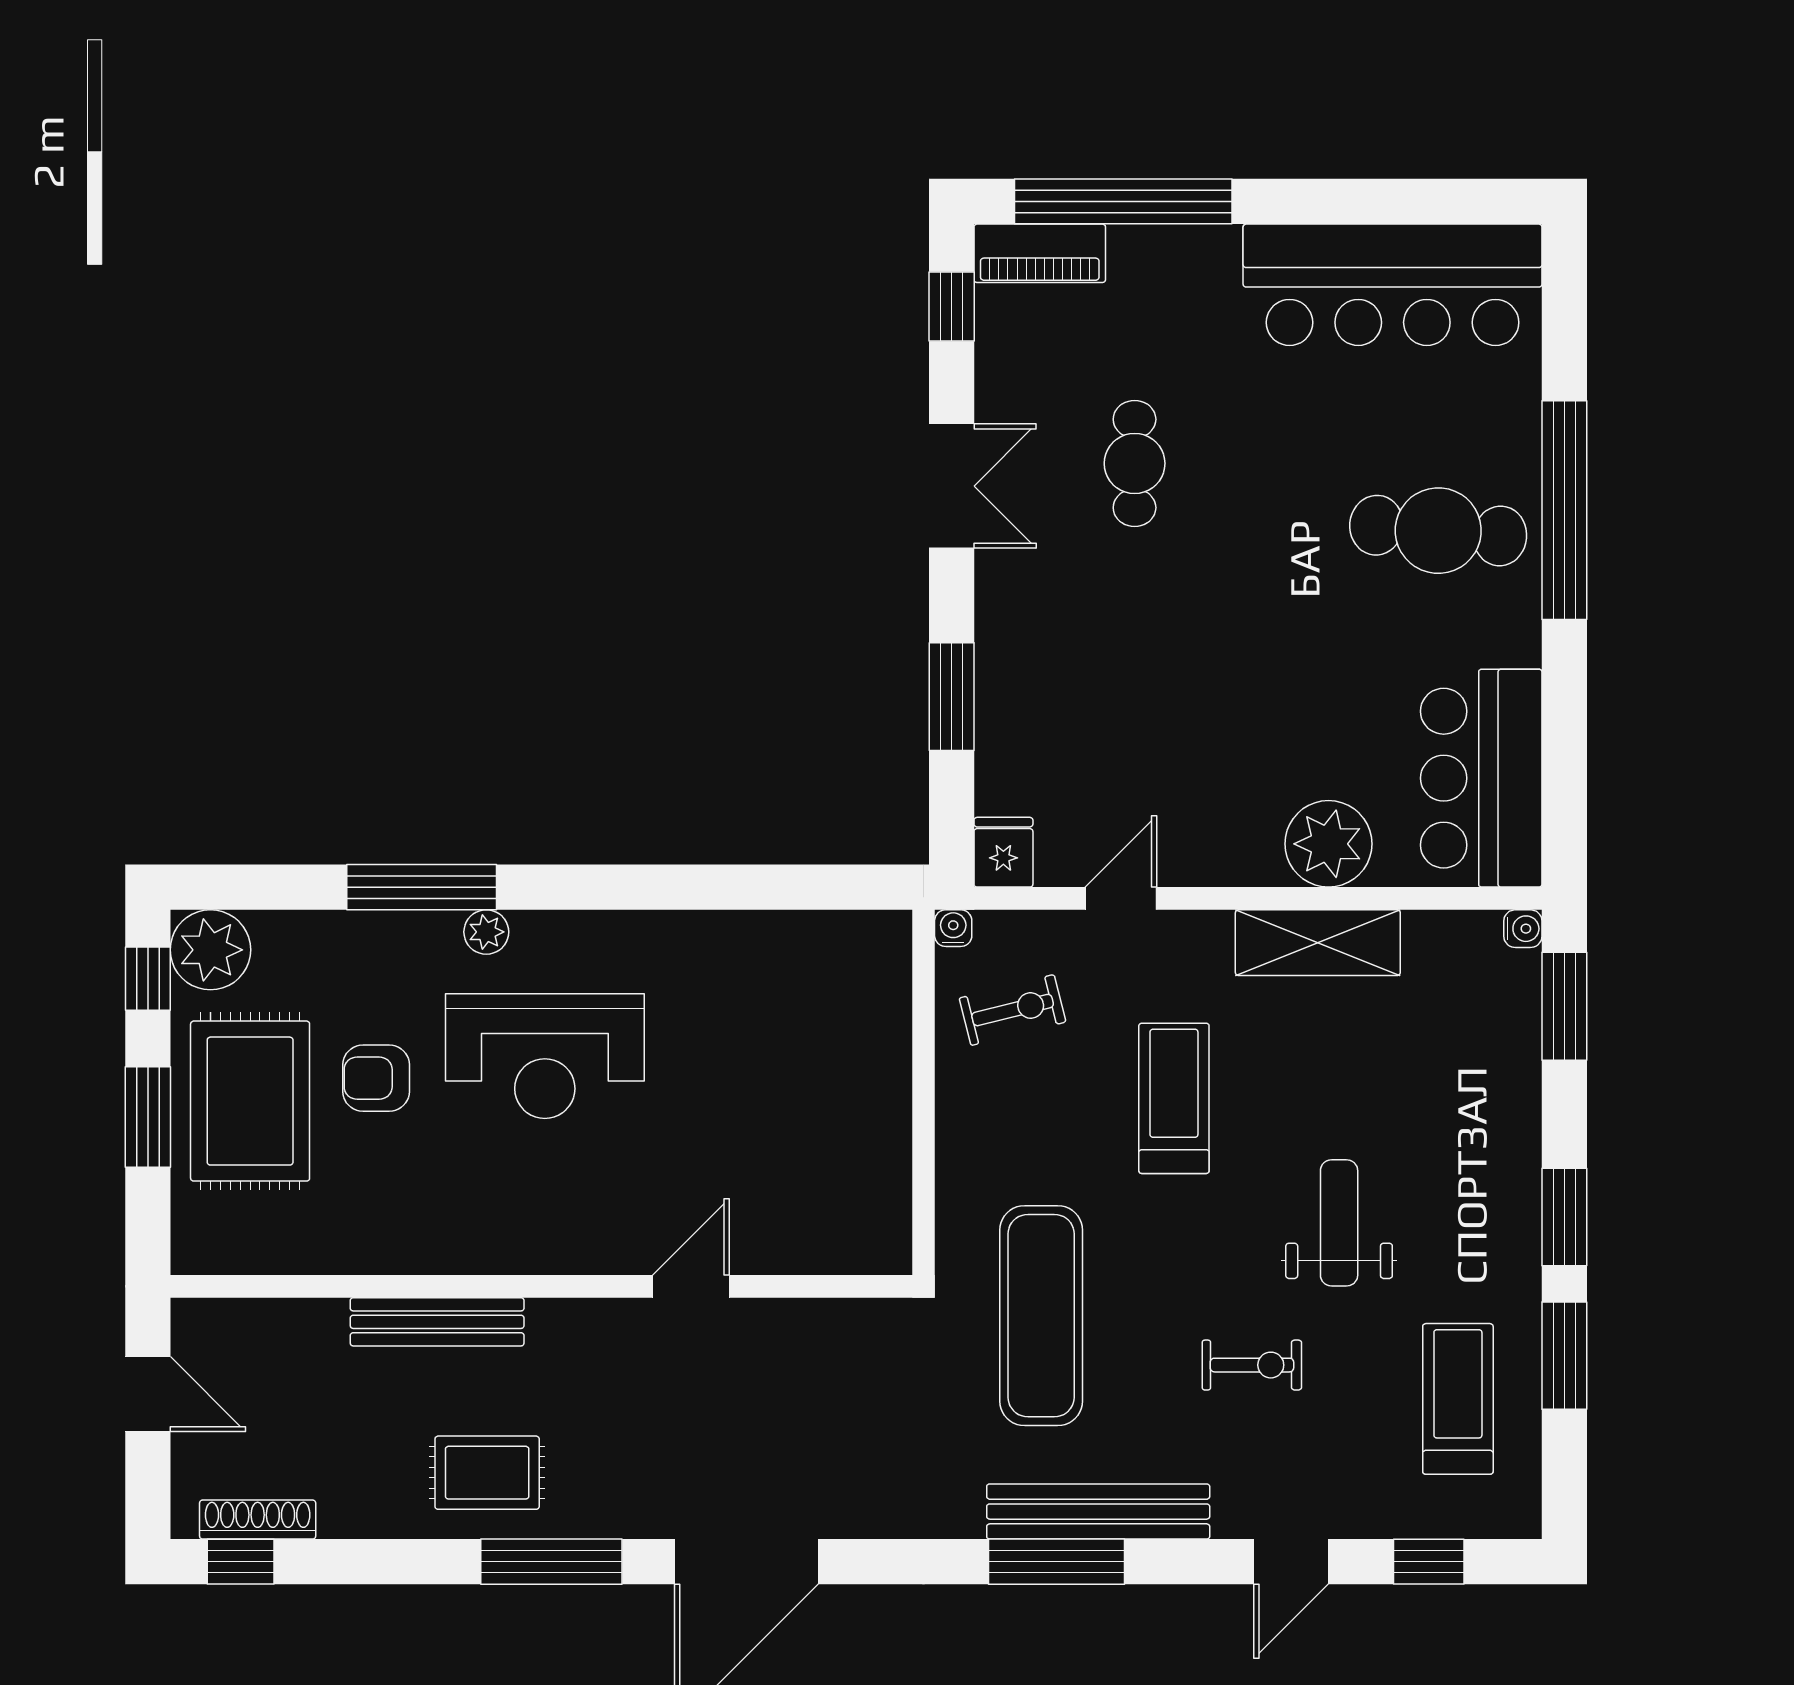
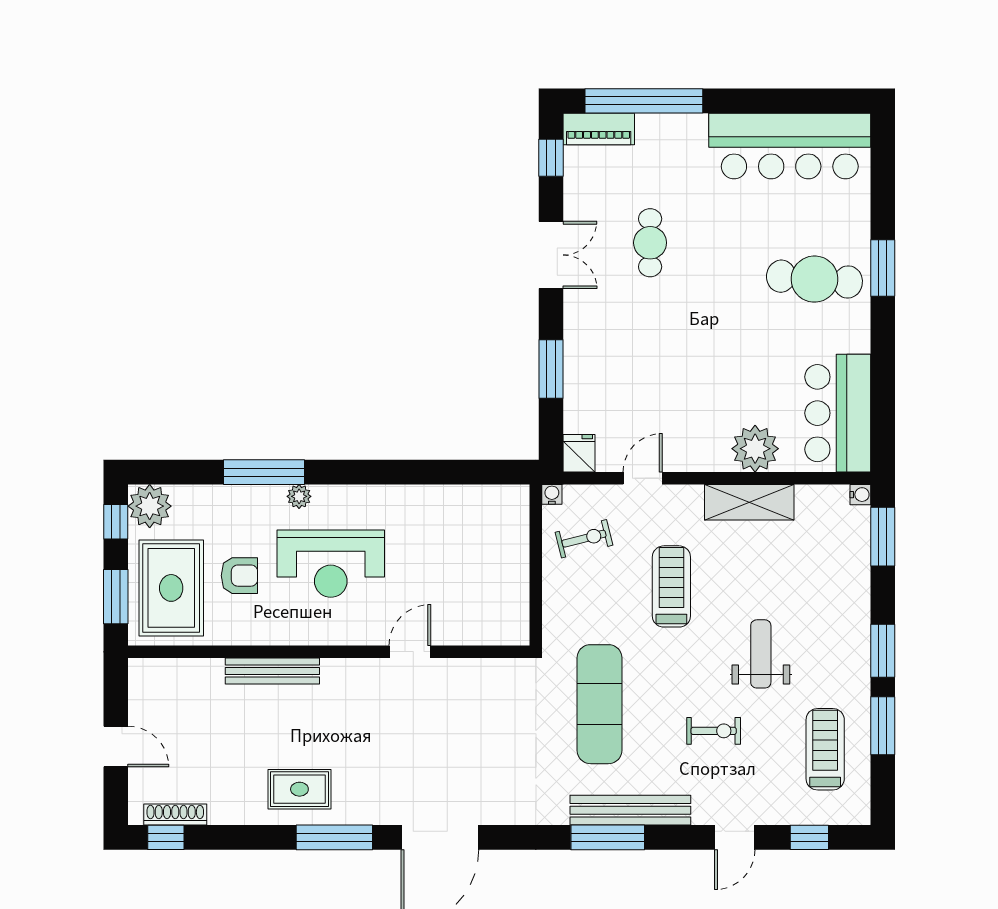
window: (1564, 510) -> (883, 268), width x0.47
armchair: (376, 1078) -> (239, 576), turned 180
wall: (541, 1286) -> (329, 652), moved
door: (691, 1286) -> (410, 652), moved
bench: (437, 1322) -> (272, 671), moved

